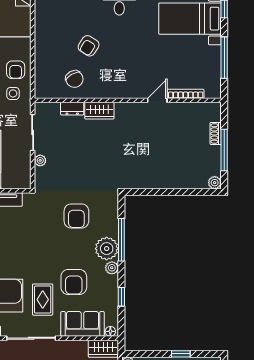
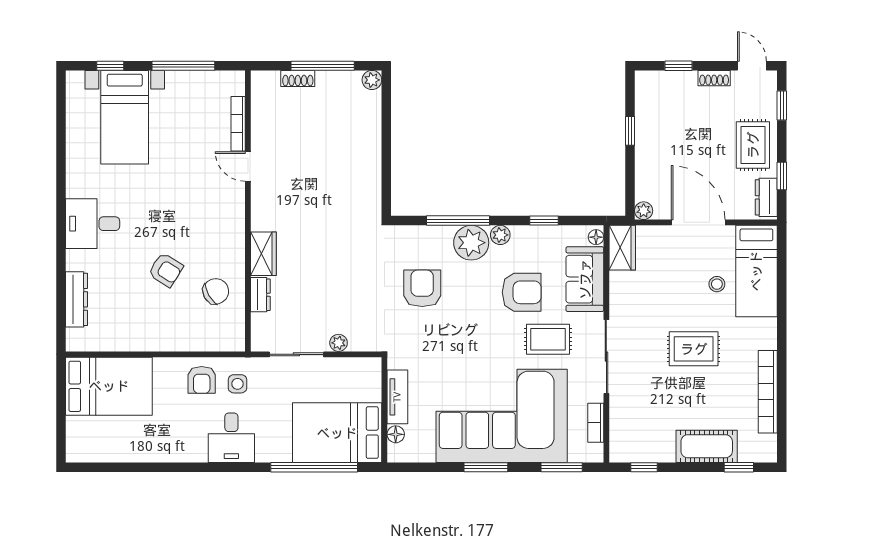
armchair: (16, 70) -> (202, 380), turned 90
armchair: (76, 216) -> (422, 288), turned -90

